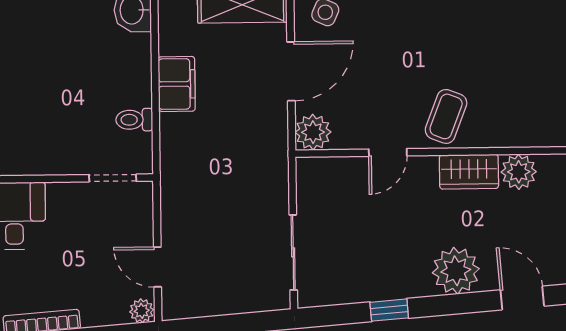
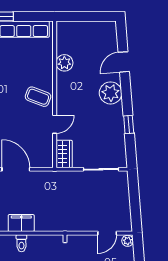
toilet: (134, 120) -> (21, 243), moved
plant: (313, 132) -> (45, 159), removed
door: (388, 152) -> (55, 124), hinge flipped
wardrobe: (469, 172) -> (64, 154), moved

